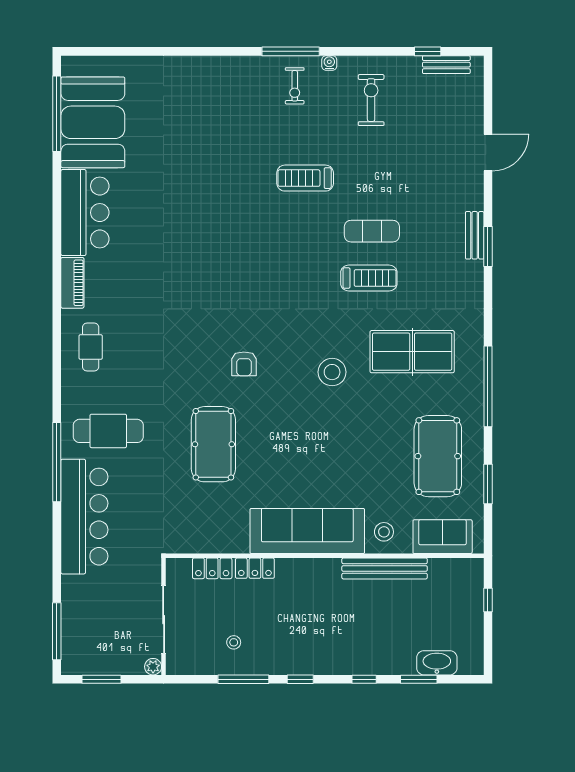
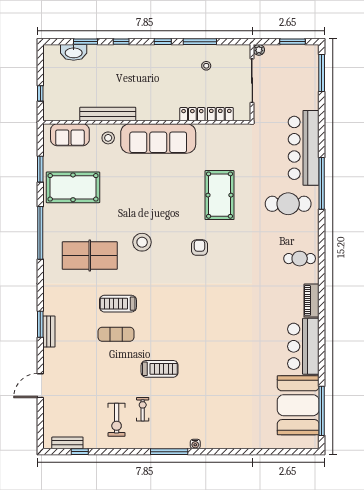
water cooler: (329, 63) -> (195, 444), moved
exercise bike: (295, 86) -> (143, 409), moved
cafe table: (91, 347) -> (300, 259), turned 90
pool table: (438, 456) -> (73, 187), turned 90

